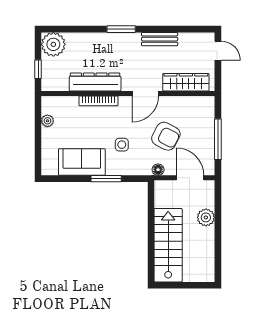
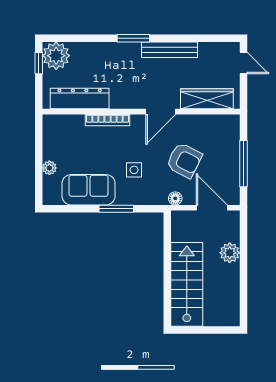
bench: (160, 39) -> (170, 50), width x1.36
window: (38, 69) -> (39, 63), moved
dresser: (95, 82) -> (80, 99), moved
plant: (47, 121) -> (49, 168), moved

